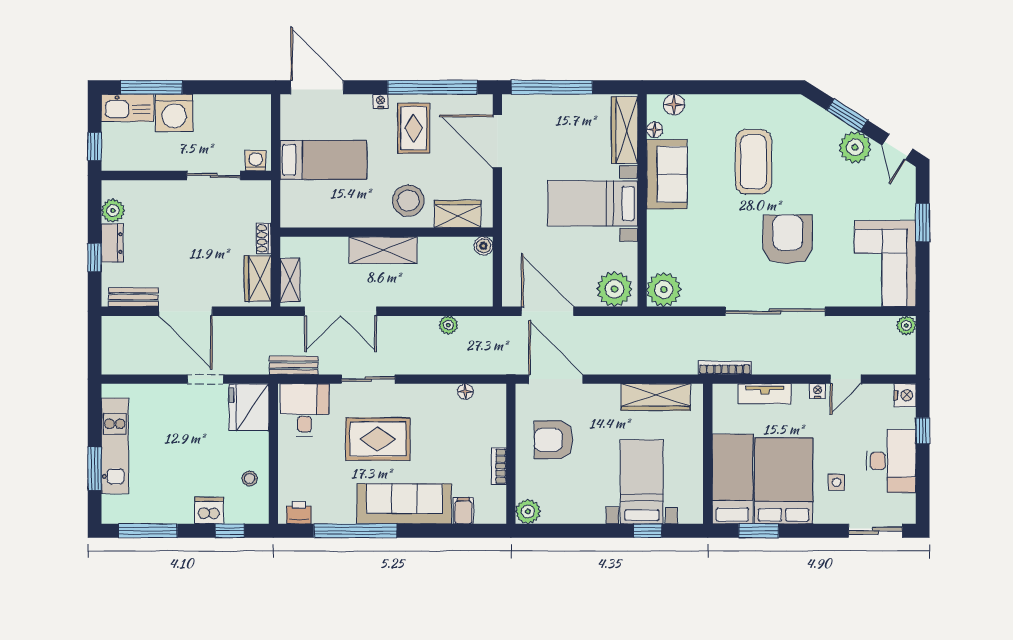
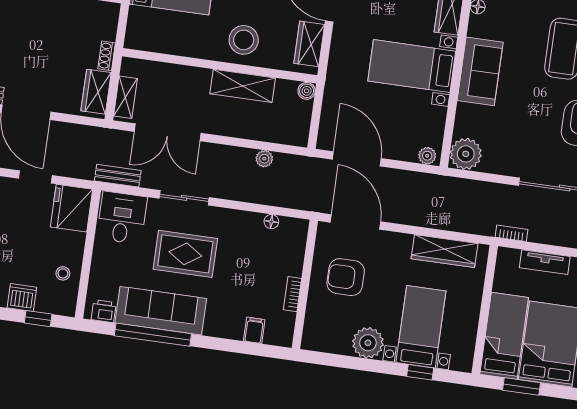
sofa: (667, 174) -> (480, 71), moved
wardrobe: (458, 214) -> (309, 44), moved, turned -90
shelving: (383, 250) -> (243, 86), moved
plant: (614, 289) -> (427, 156), width x0.53, depth x0.53
bookcase: (725, 368) -> (512, 233), width x0.64
sofa: (404, 504) -> (161, 311), moved
plant: (528, 512) -> (368, 343), moved, width x1.36, depth x1.36

